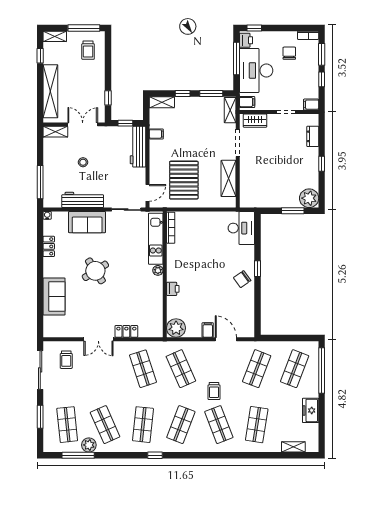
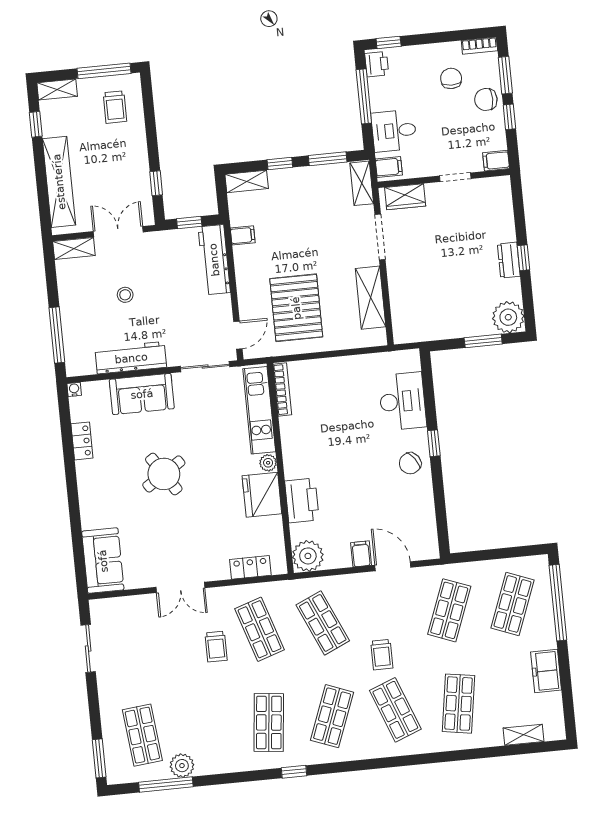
chair: (309, 68) -> (486, 99), added
desk: (256, 70) -> (394, 131), width x0.53, depth x0.77
dresser: (313, 136) -> (509, 260), moved
desk: (241, 228) -> (402, 401), moved
fridge: (152, 289) -> (262, 495), added
printer: (173, 289) -> (302, 500), width x1.87, depth x1.48
sofa: (54, 296) -> (103, 561), moved
locker: (126, 331) -> (250, 567), moved
trolley: (66, 360) -> (216, 647), moved
sliding door: (40, 370) -> (88, 648), width x0.73
window: (40, 417) -> (99, 758), moved
shop shelf: (105, 425) -> (206, 729), removed

